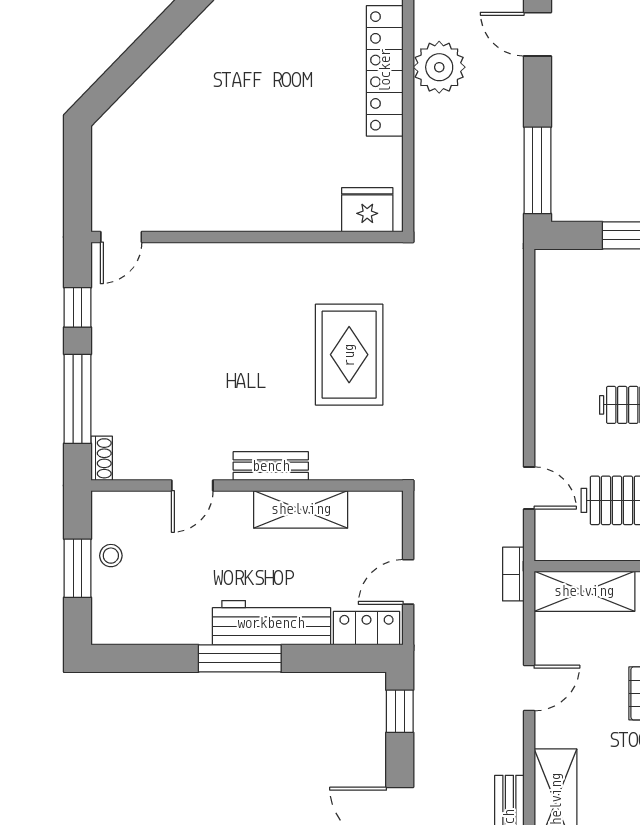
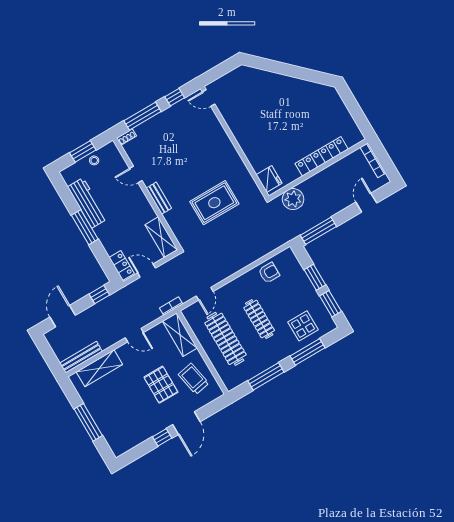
plant: (439, 67) -> (293, 199), moved
armchair: (565, 327) -> (269, 273), added
shelving: (301, 509) -> (161, 237), moved
workbench: (271, 623) -> (87, 203), moved

